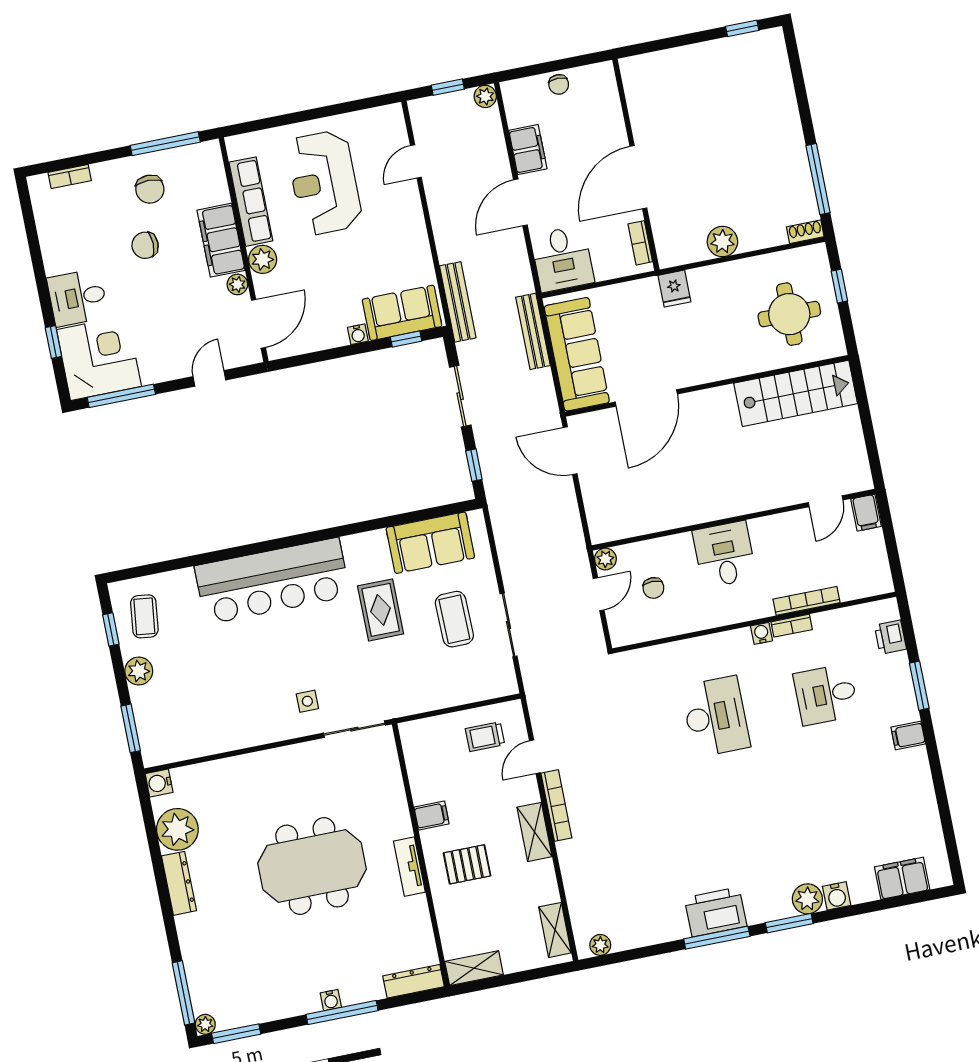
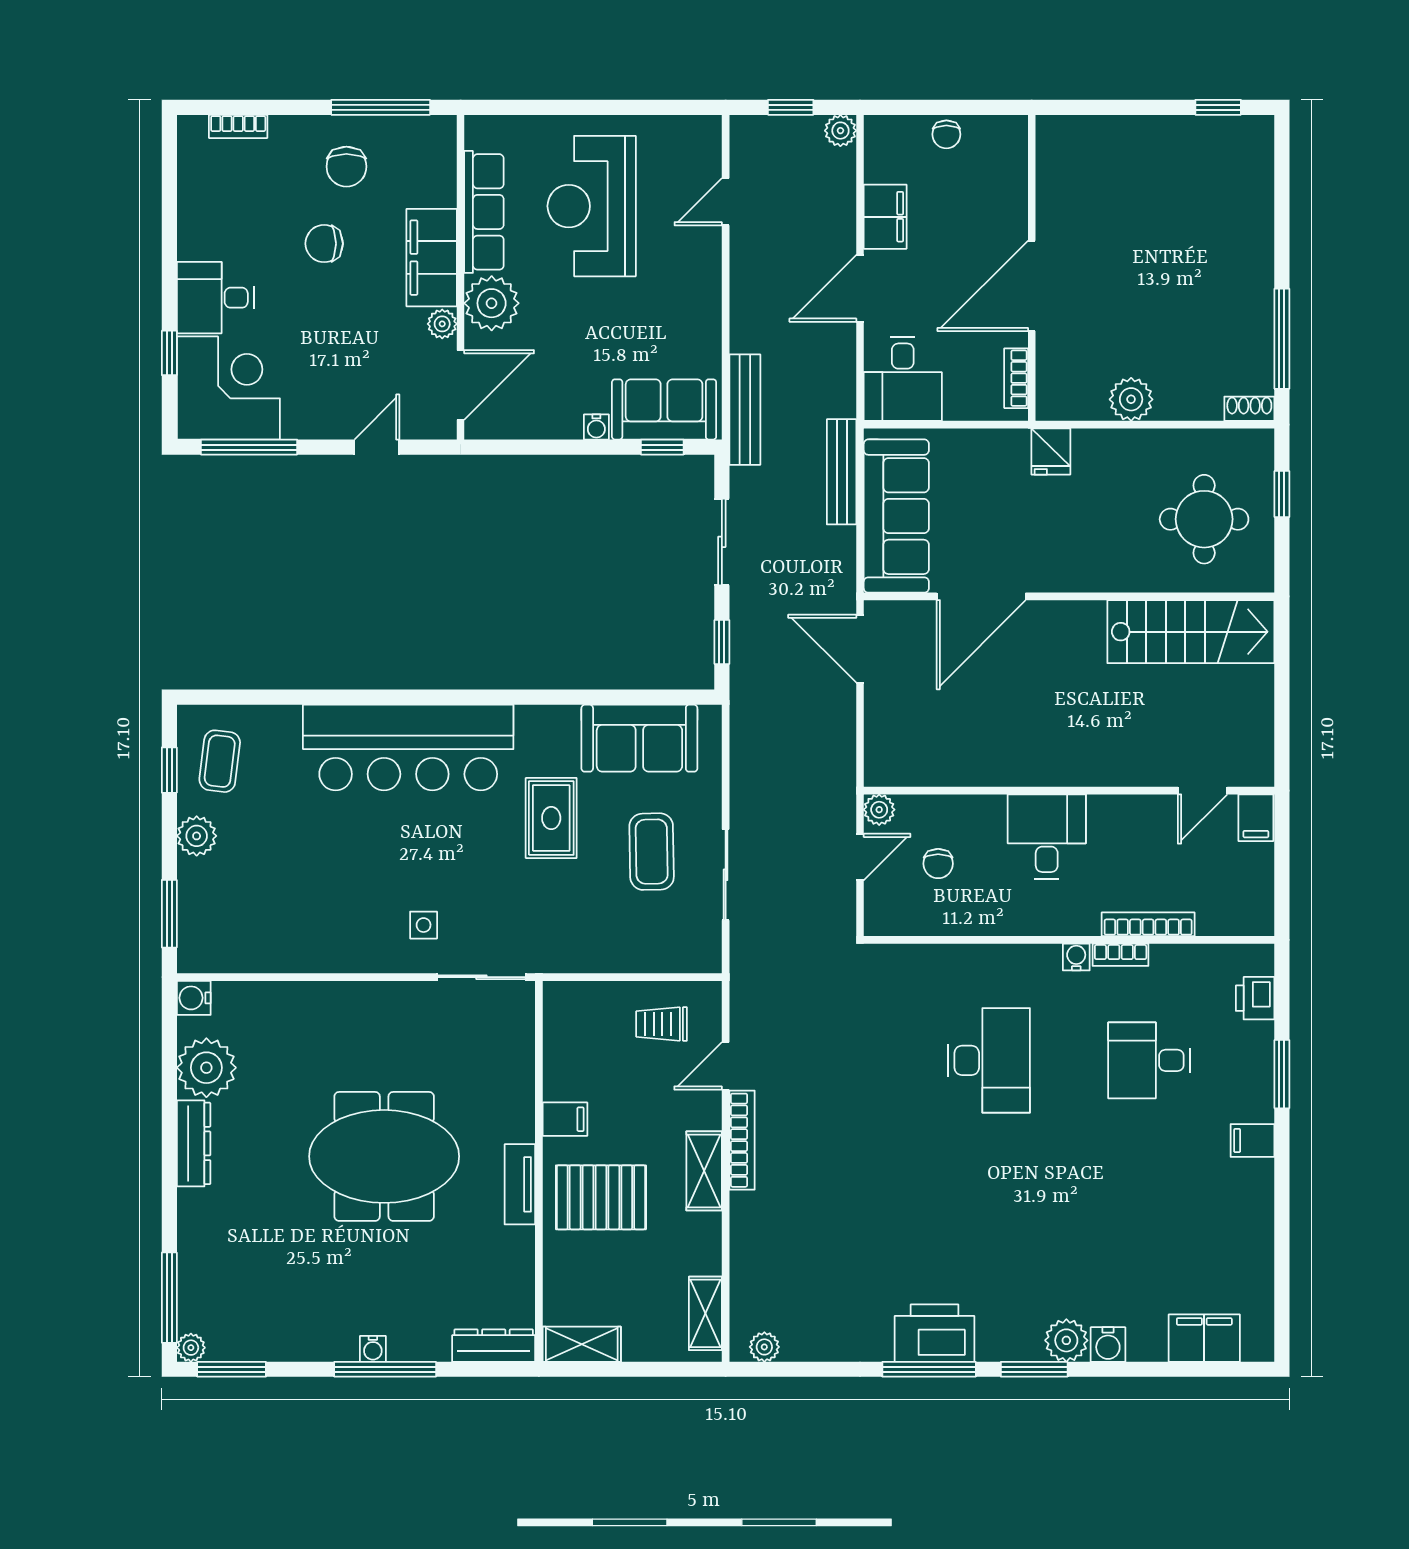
plant: (263, 259) -> (492, 303), width x1.36, depth x1.36
pallet: (467, 864) -> (601, 1197), width x1.50, depth x1.42

